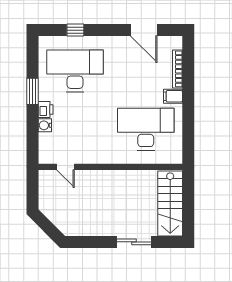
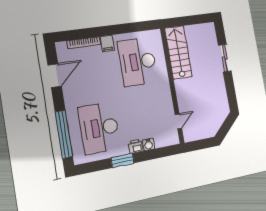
window: (75, 30) -> (64, 134), width x3.17
stairs: (170, 203) -> (178, 52), moved, turned -90

